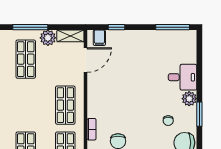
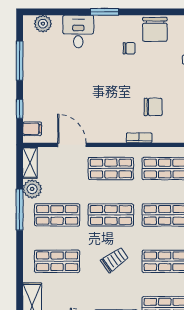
window: (173, 27) -> (20, 61), moved
door: (86, 60) -> (72, 145), moved
plant: (189, 99) -> (43, 24), moved
shop shelf: (26, 105) -> (111, 215), added
window: (199, 114) -> (105, 12), moved

